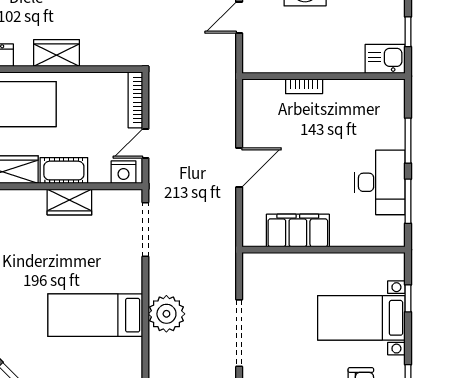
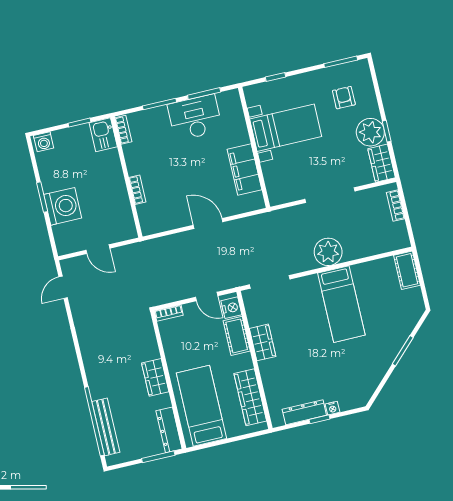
bookcase: (386, 86) -> (123, 130), added
bookcase: (135, 100) -> (169, 313), width x0.64
cot: (64, 171) -> (237, 336), moved
bed with nightstands: (361, 318) -> (286, 128), moved, turned -90

